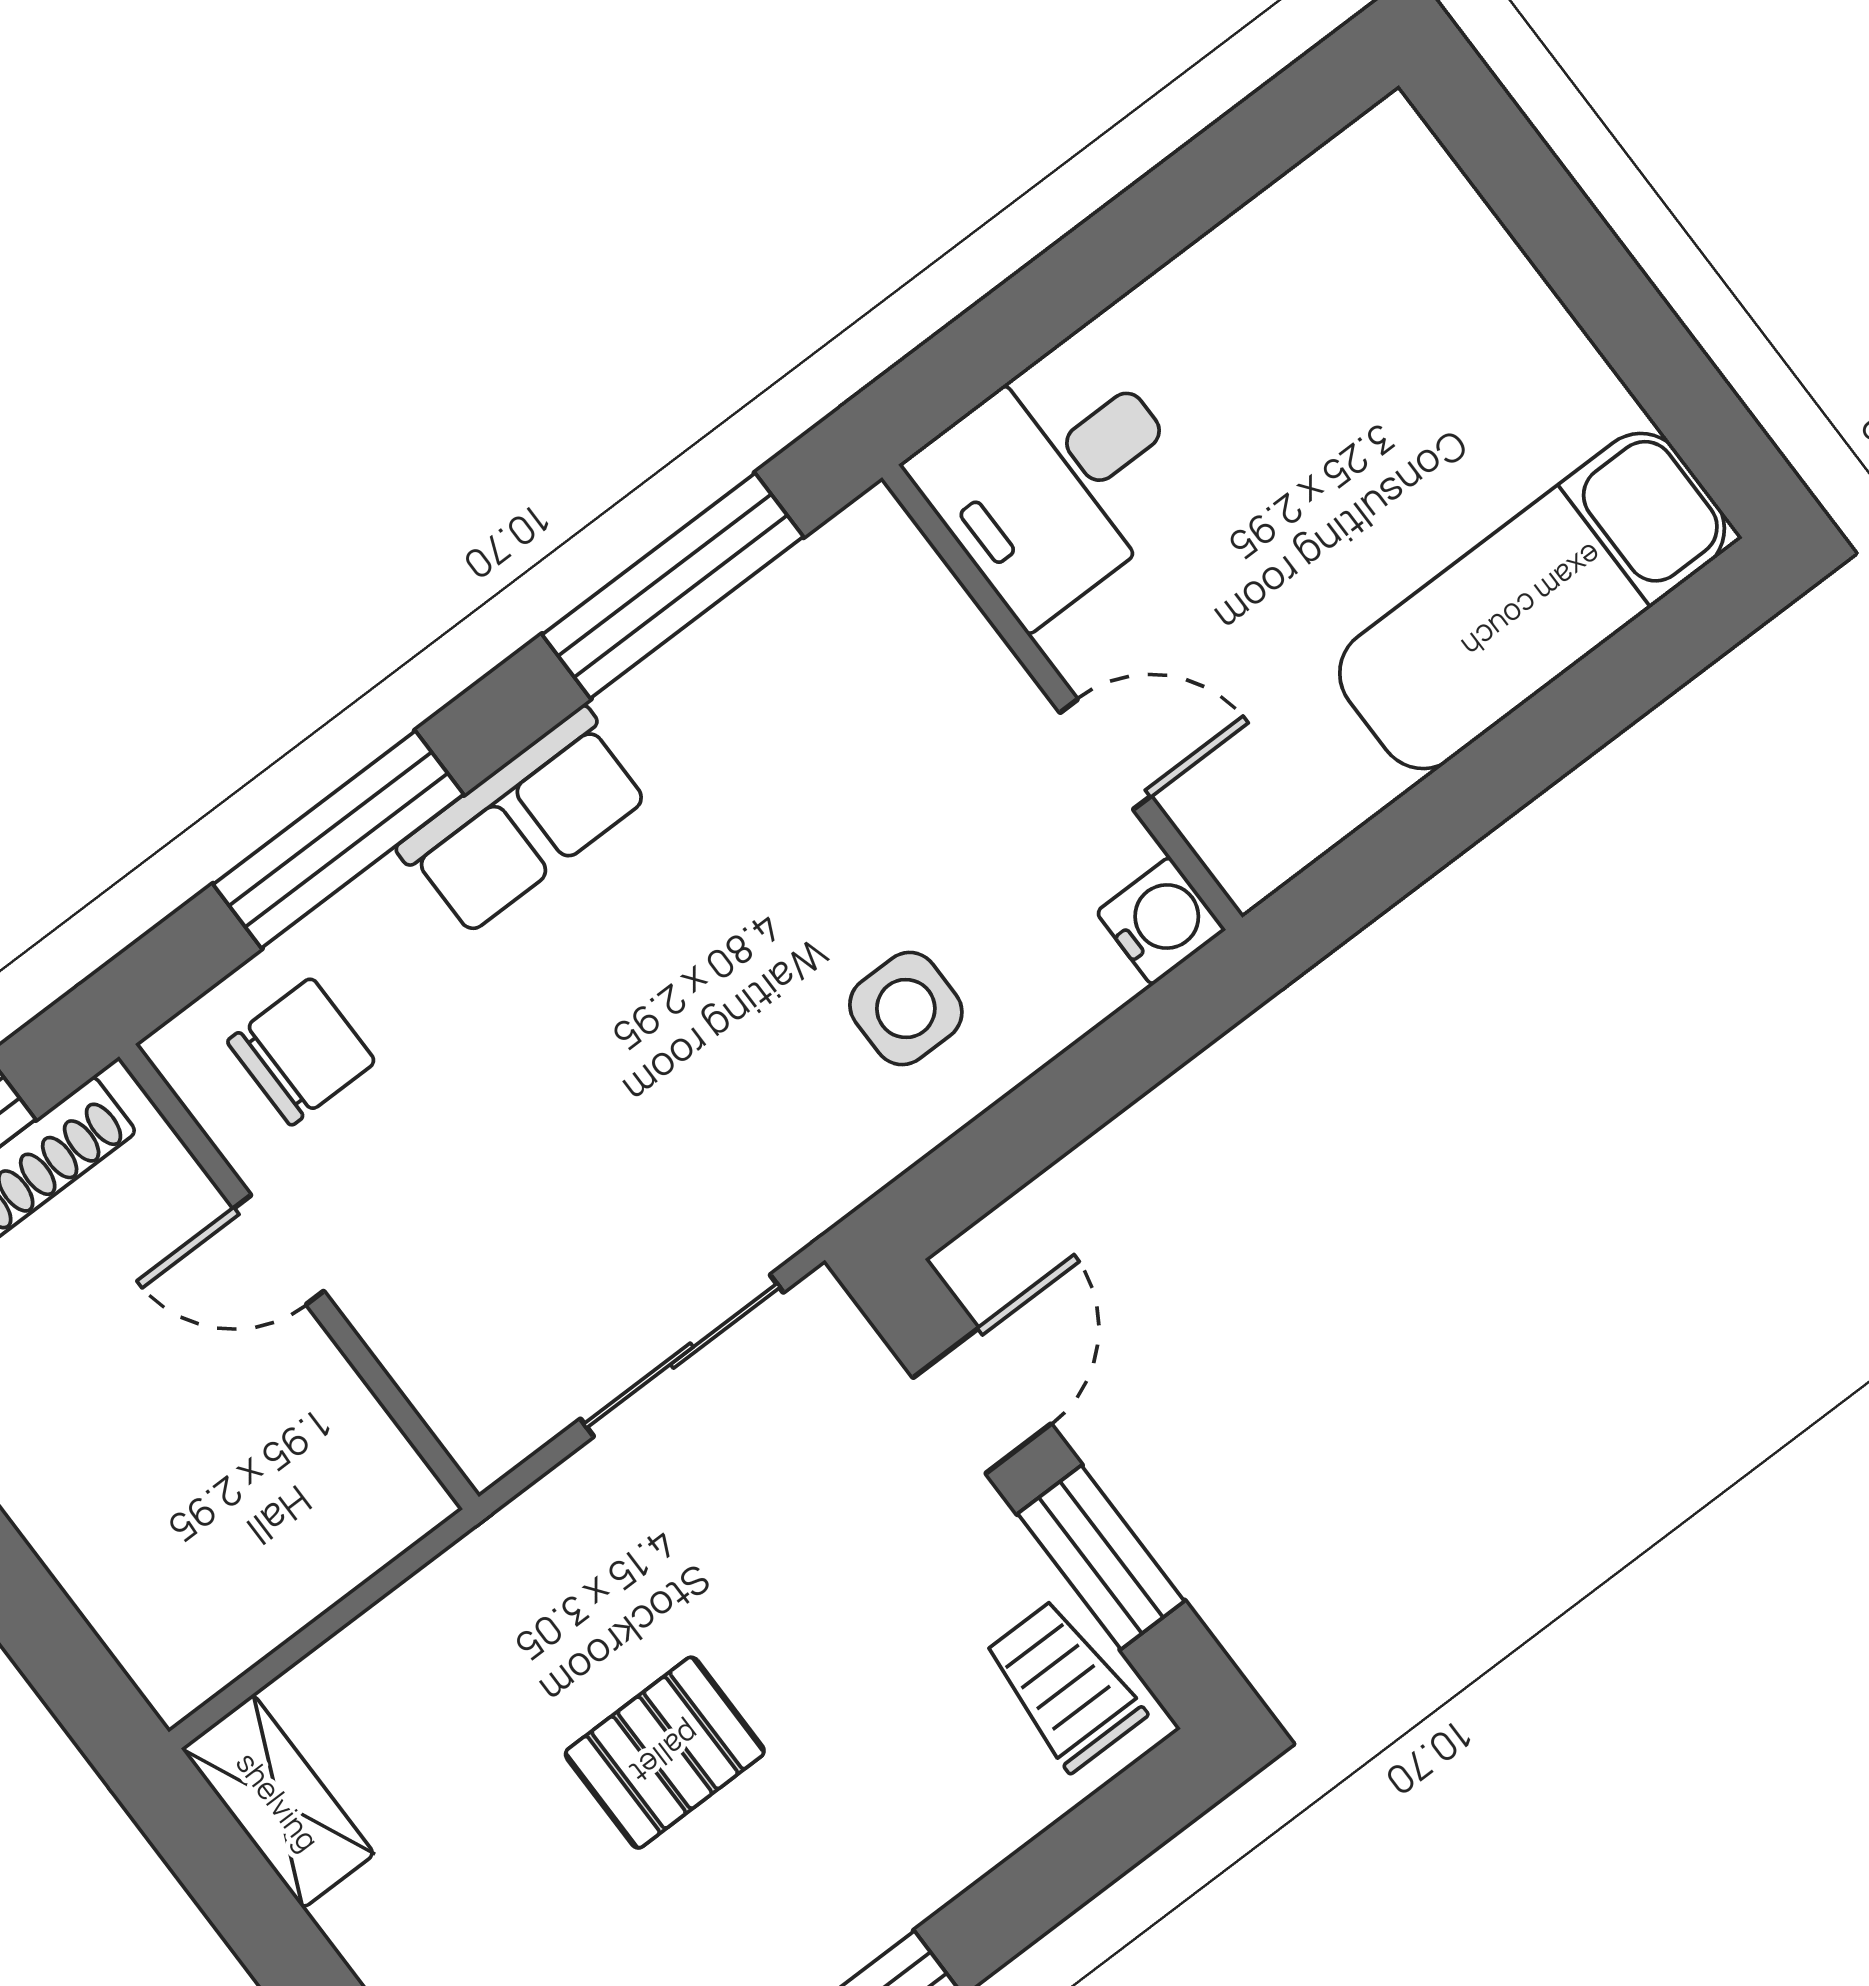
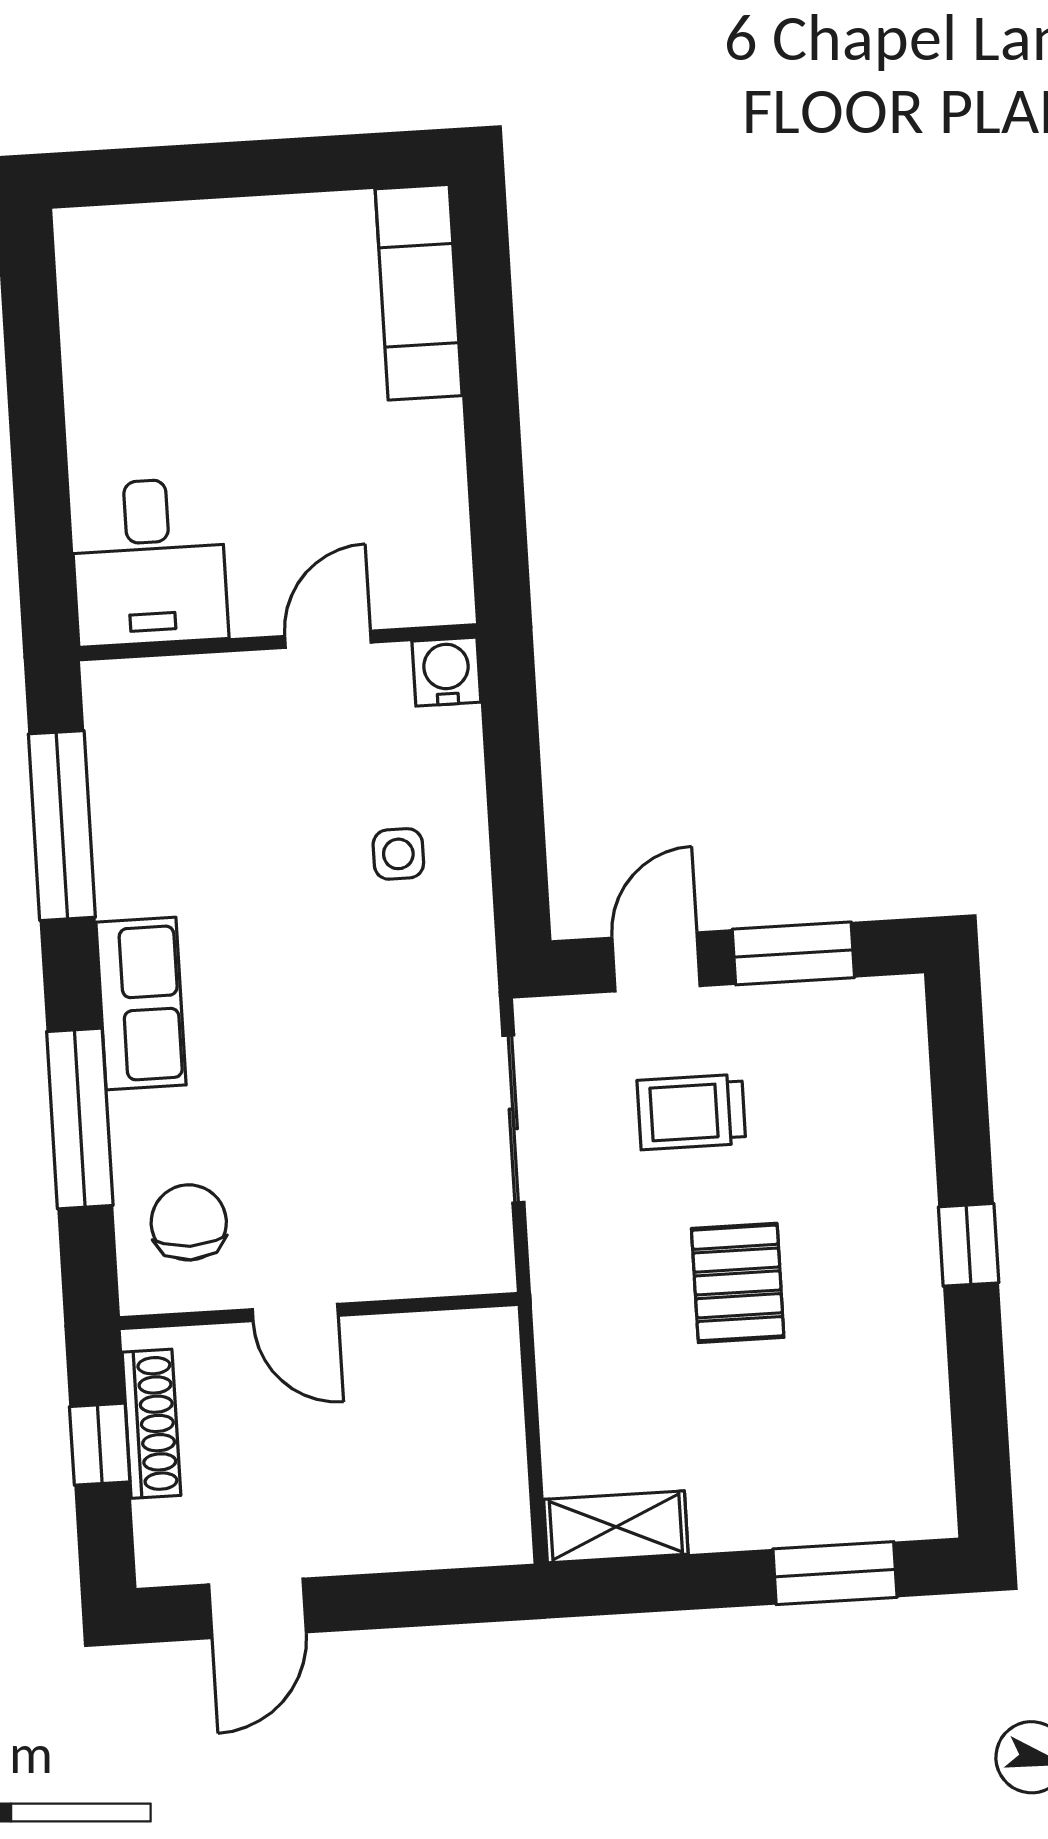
exam couch: (1532, 601) -> (419, 292), width x0.73, depth x0.69
side table: (906, 1009) -> (398, 854), width x0.73, depth x0.73
door: (279, 1250) -> (295, 1312), hinge flipped
door: (982, 1401) -> (656, 962), hinge flipped
trolley: (1064, 1685) -> (691, 1112), moved

